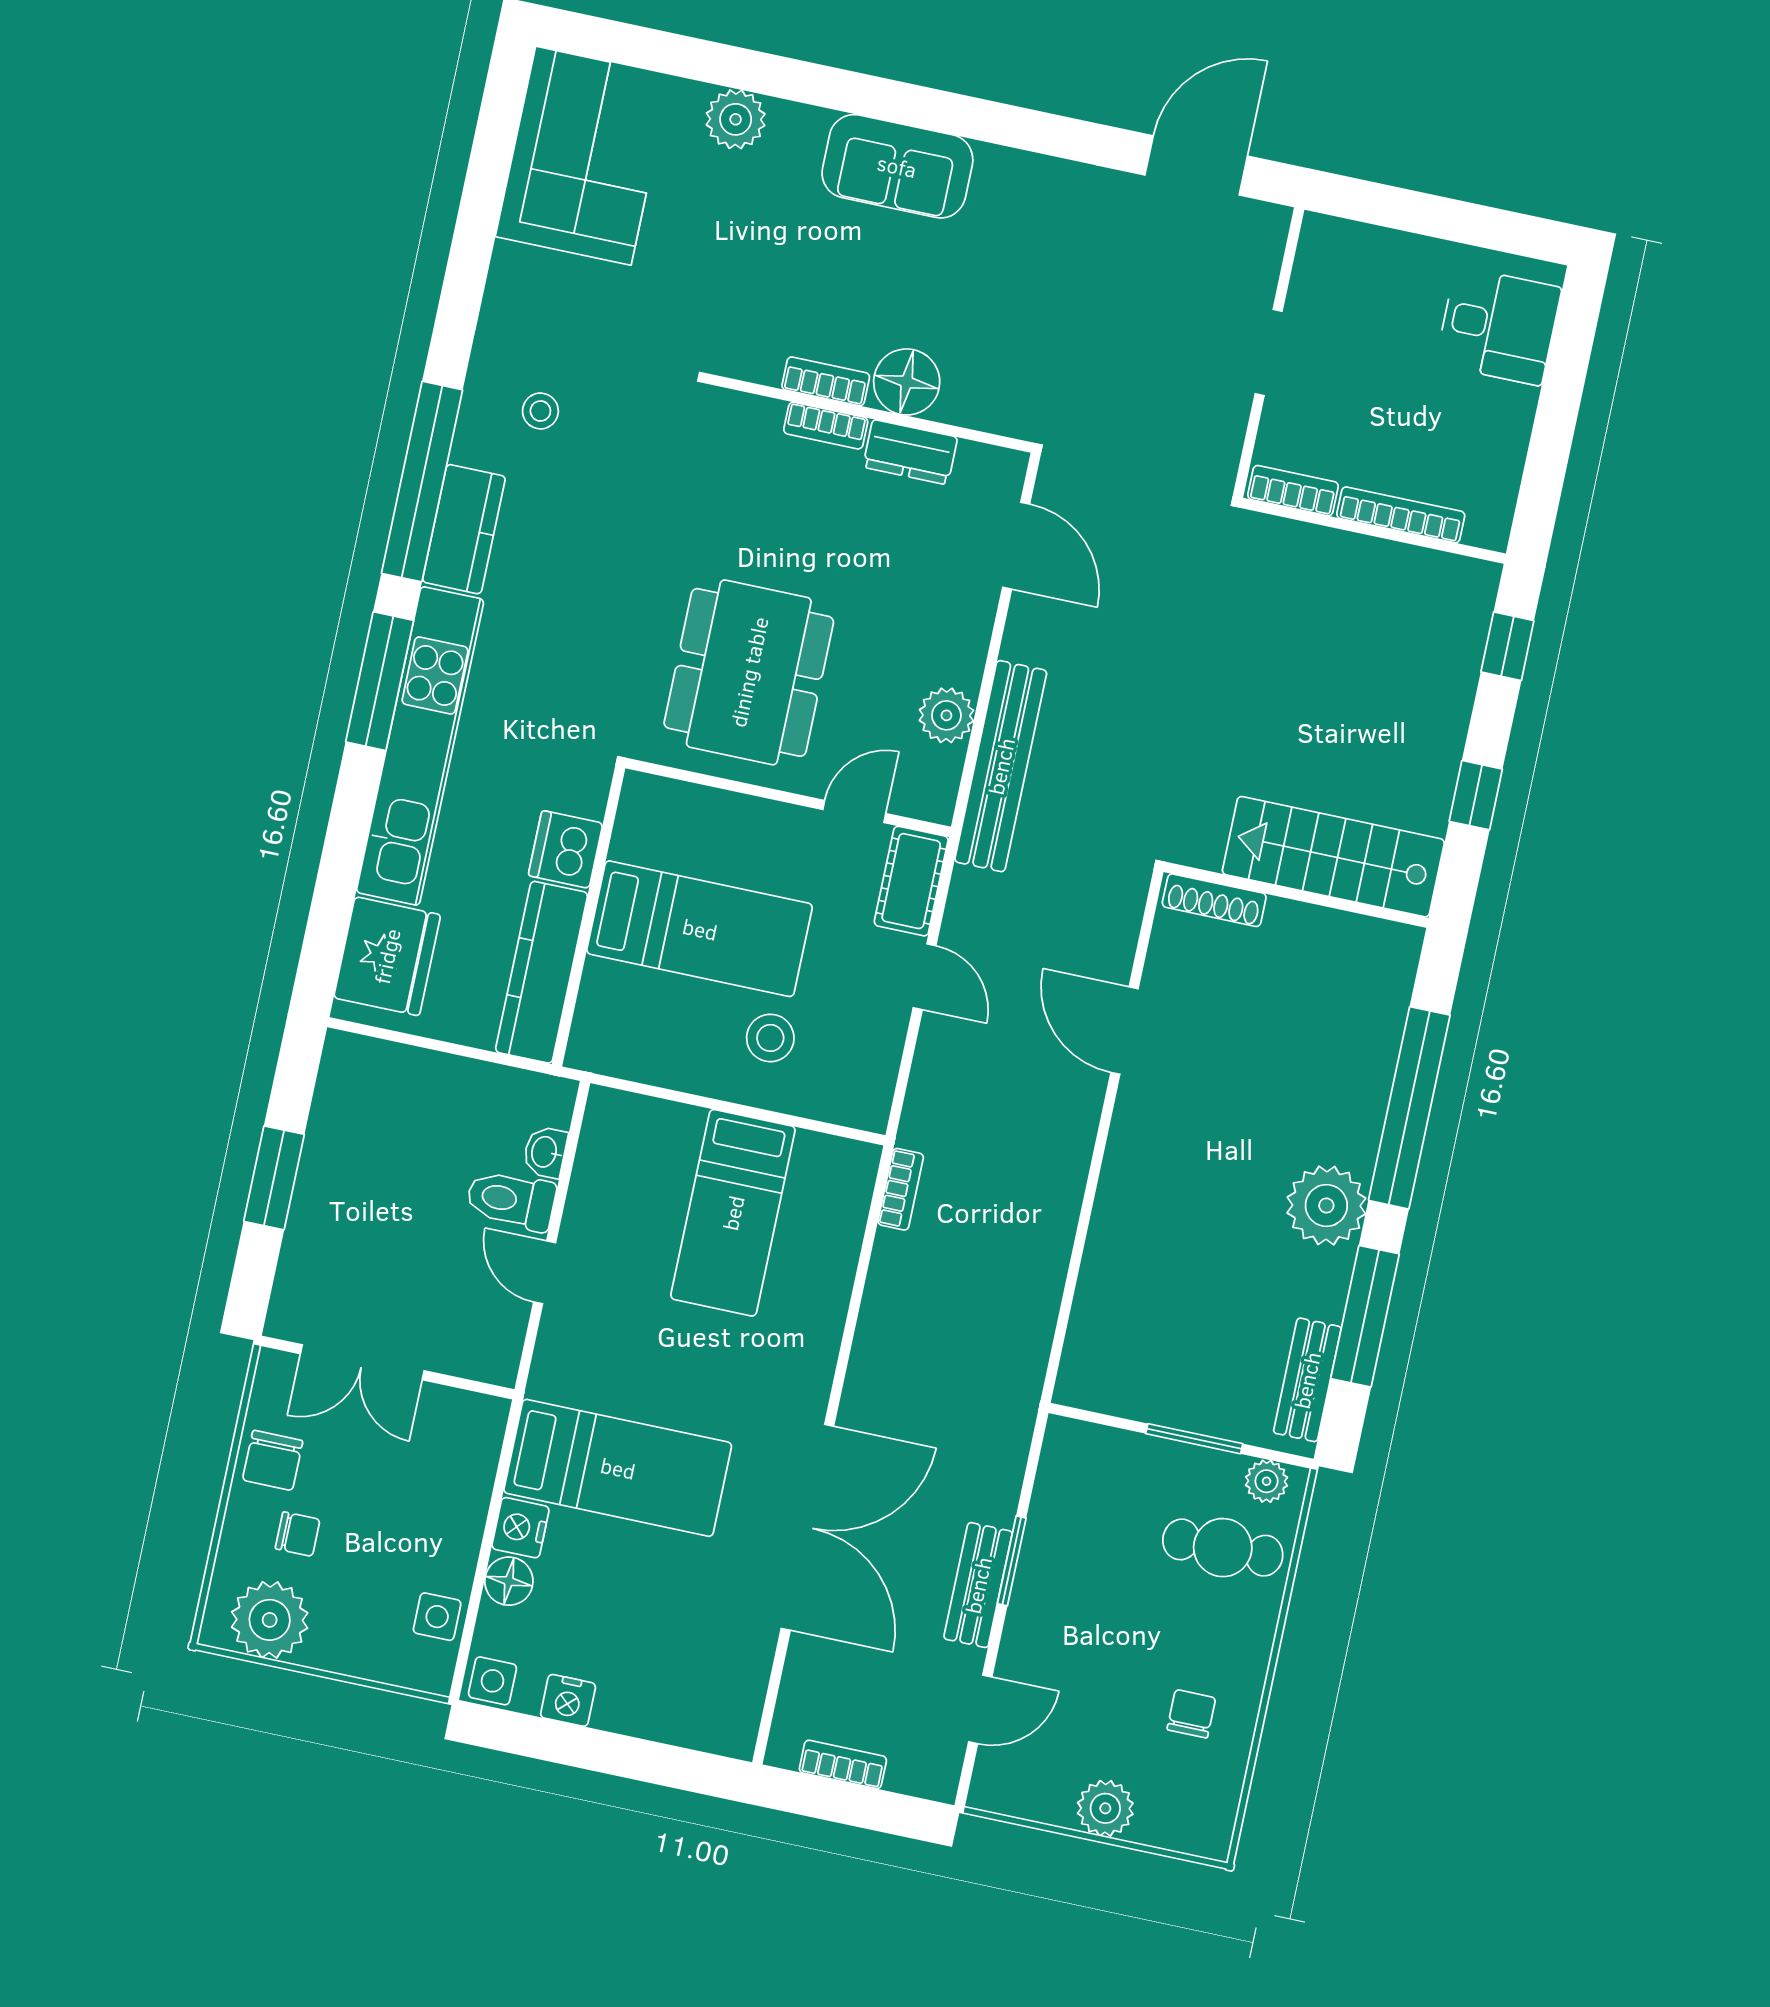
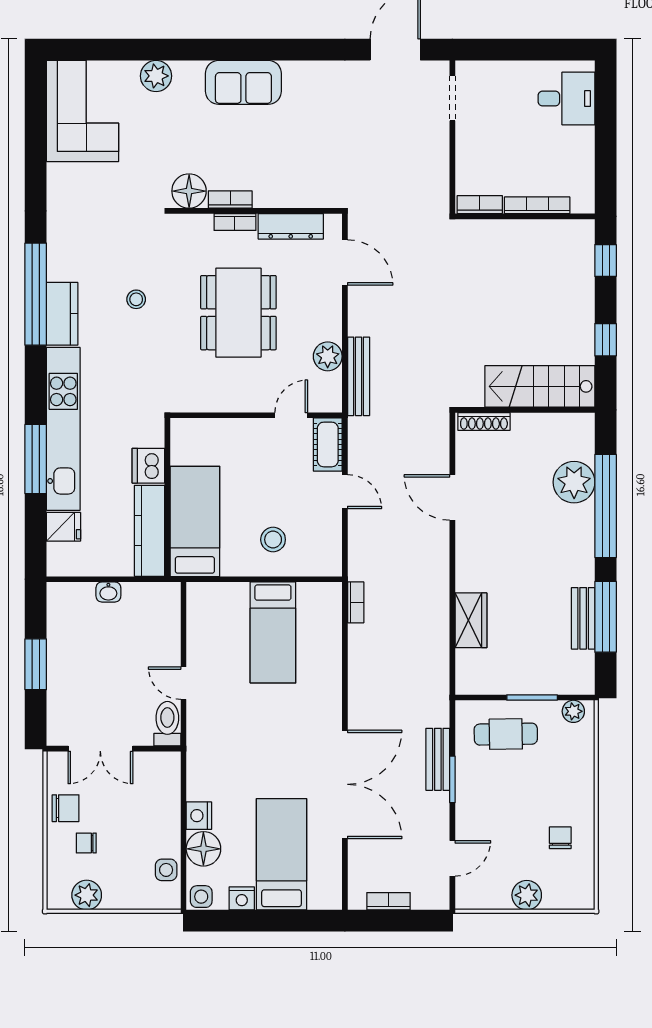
doorway: (1269, 353) -> (452, 98), moved
floor lamp: (907, 382) -> (189, 191), moved
stool: (540, 411) -> (136, 299), moved
dresser: (910, 452) -> (291, 226), width x1.44
dining table: (749, 672) -> (238, 313), moved
window: (380, 681) -> (36, 459), moved
bench: (1001, 766) -> (359, 376), width x0.73, depth x0.82
bed: (700, 929) -> (195, 521), moved, turned -90
fridge: (387, 956) -> (63, 527), width x0.53, depth x0.75
washbasin: (545, 1152) -> (108, 592), moved, turned -90
toilet: (511, 1200) -> (167, 724), moved, turned 90
plant: (1326, 1206) -> (574, 482), moved
wardrobe: (1110, 1269) -> (471, 620), added
bench: (1307, 1380) -> (583, 618), moved
chair: (273, 1460) -> (66, 808), turned -90
bed: (618, 1468) -> (282, 854), moved, turned -90
chair: (298, 1534) -> (86, 843), turned 180
cafe table: (1223, 1548) -> (506, 734), moved
floor lamp: (509, 1581) -> (203, 849), width x1.38, depth x1.38
bench: (978, 1585) -> (438, 759), moved
plant: (270, 1620) -> (87, 895), width x0.73, depth x0.73

